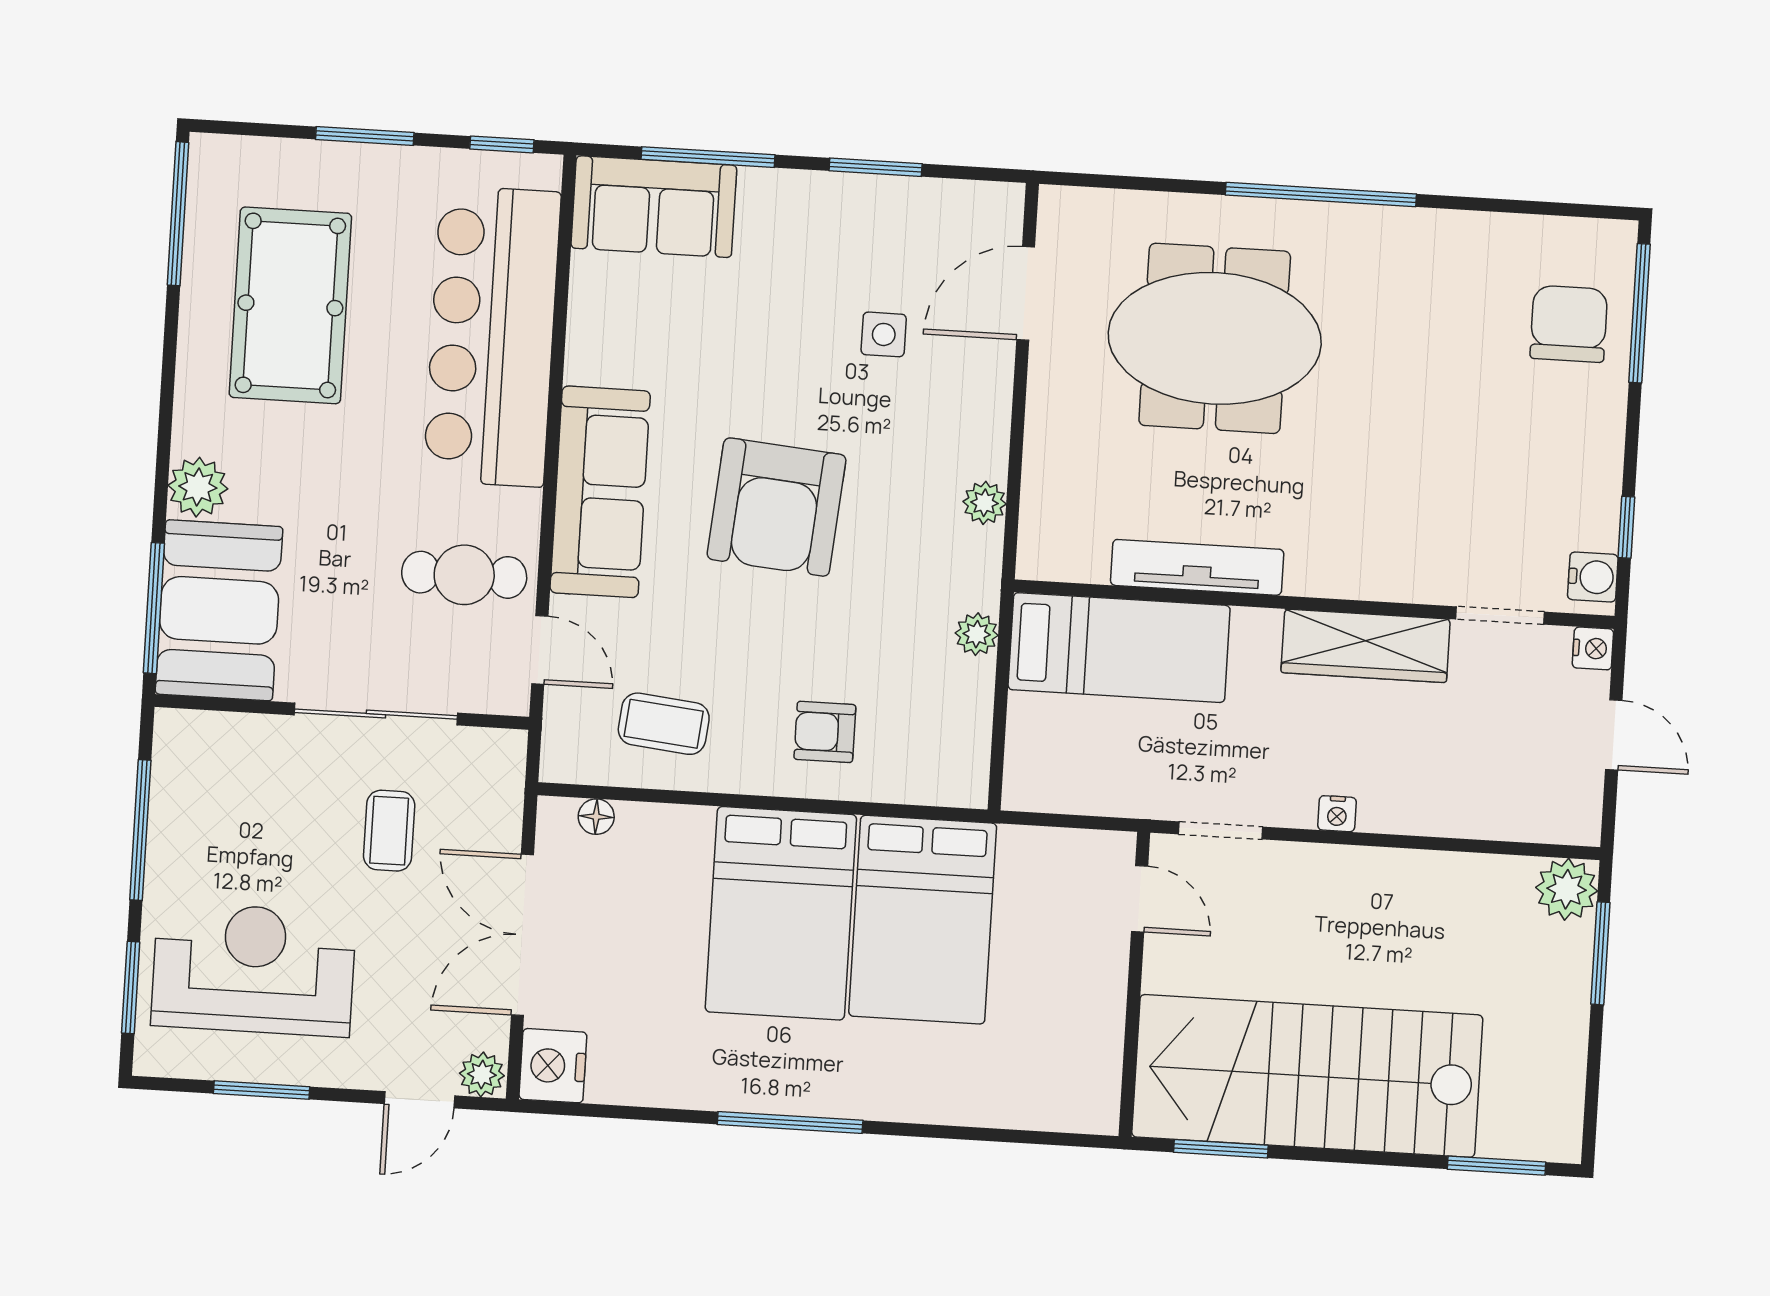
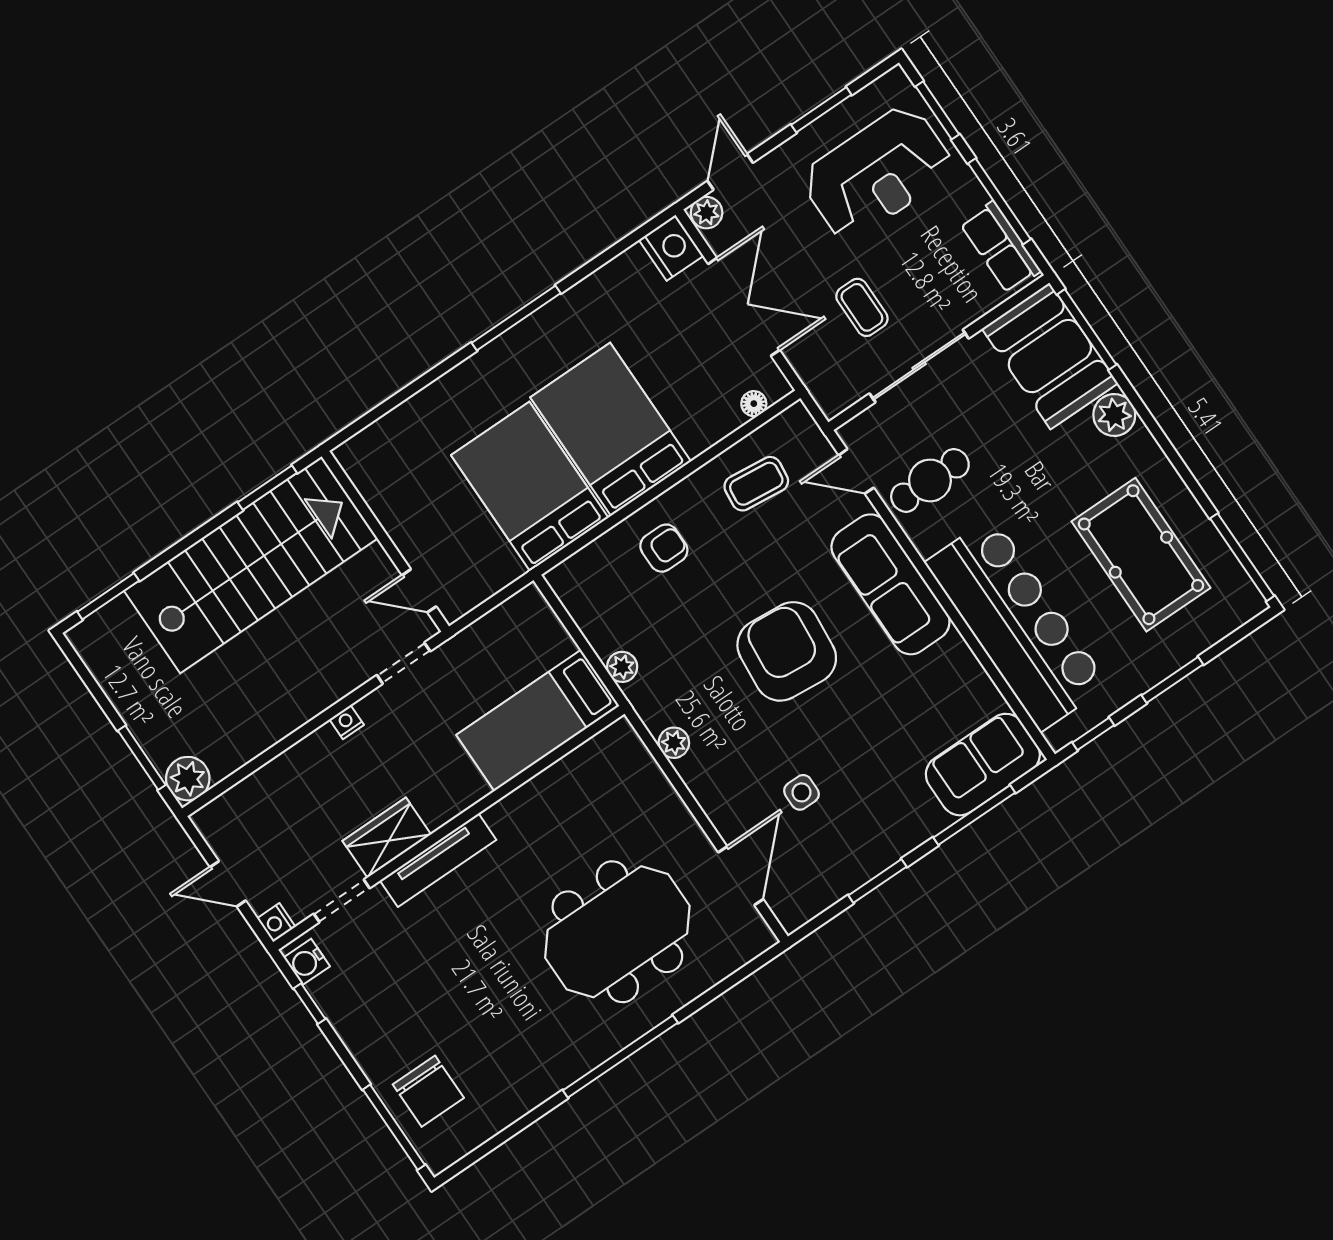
tv unit: (1197, 567) -> (438, 860), moved
wardrobe: (1366, 646) -> (387, 838), width x0.67
row of seats: (180, 777) -> (1000, 247), added

